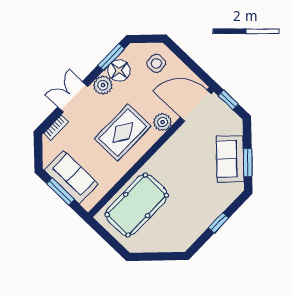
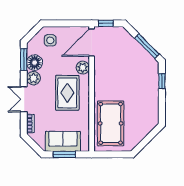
sofa: (230, 159) -> (136, 53), removed
window: (248, 163) -> (147, 46), width x1.44
window: (218, 223) -> (162, 81), moved

